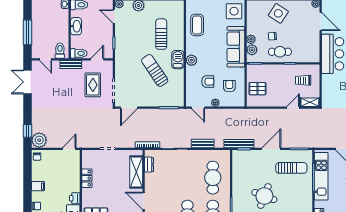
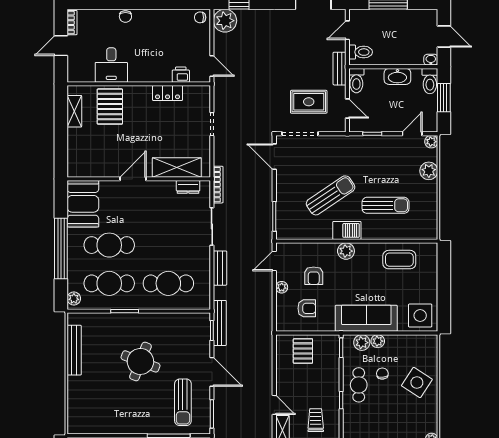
filing cabinet: (38, 186) -> (155, 19), removed
printer: (75, 198) -> (181, 75), moved

